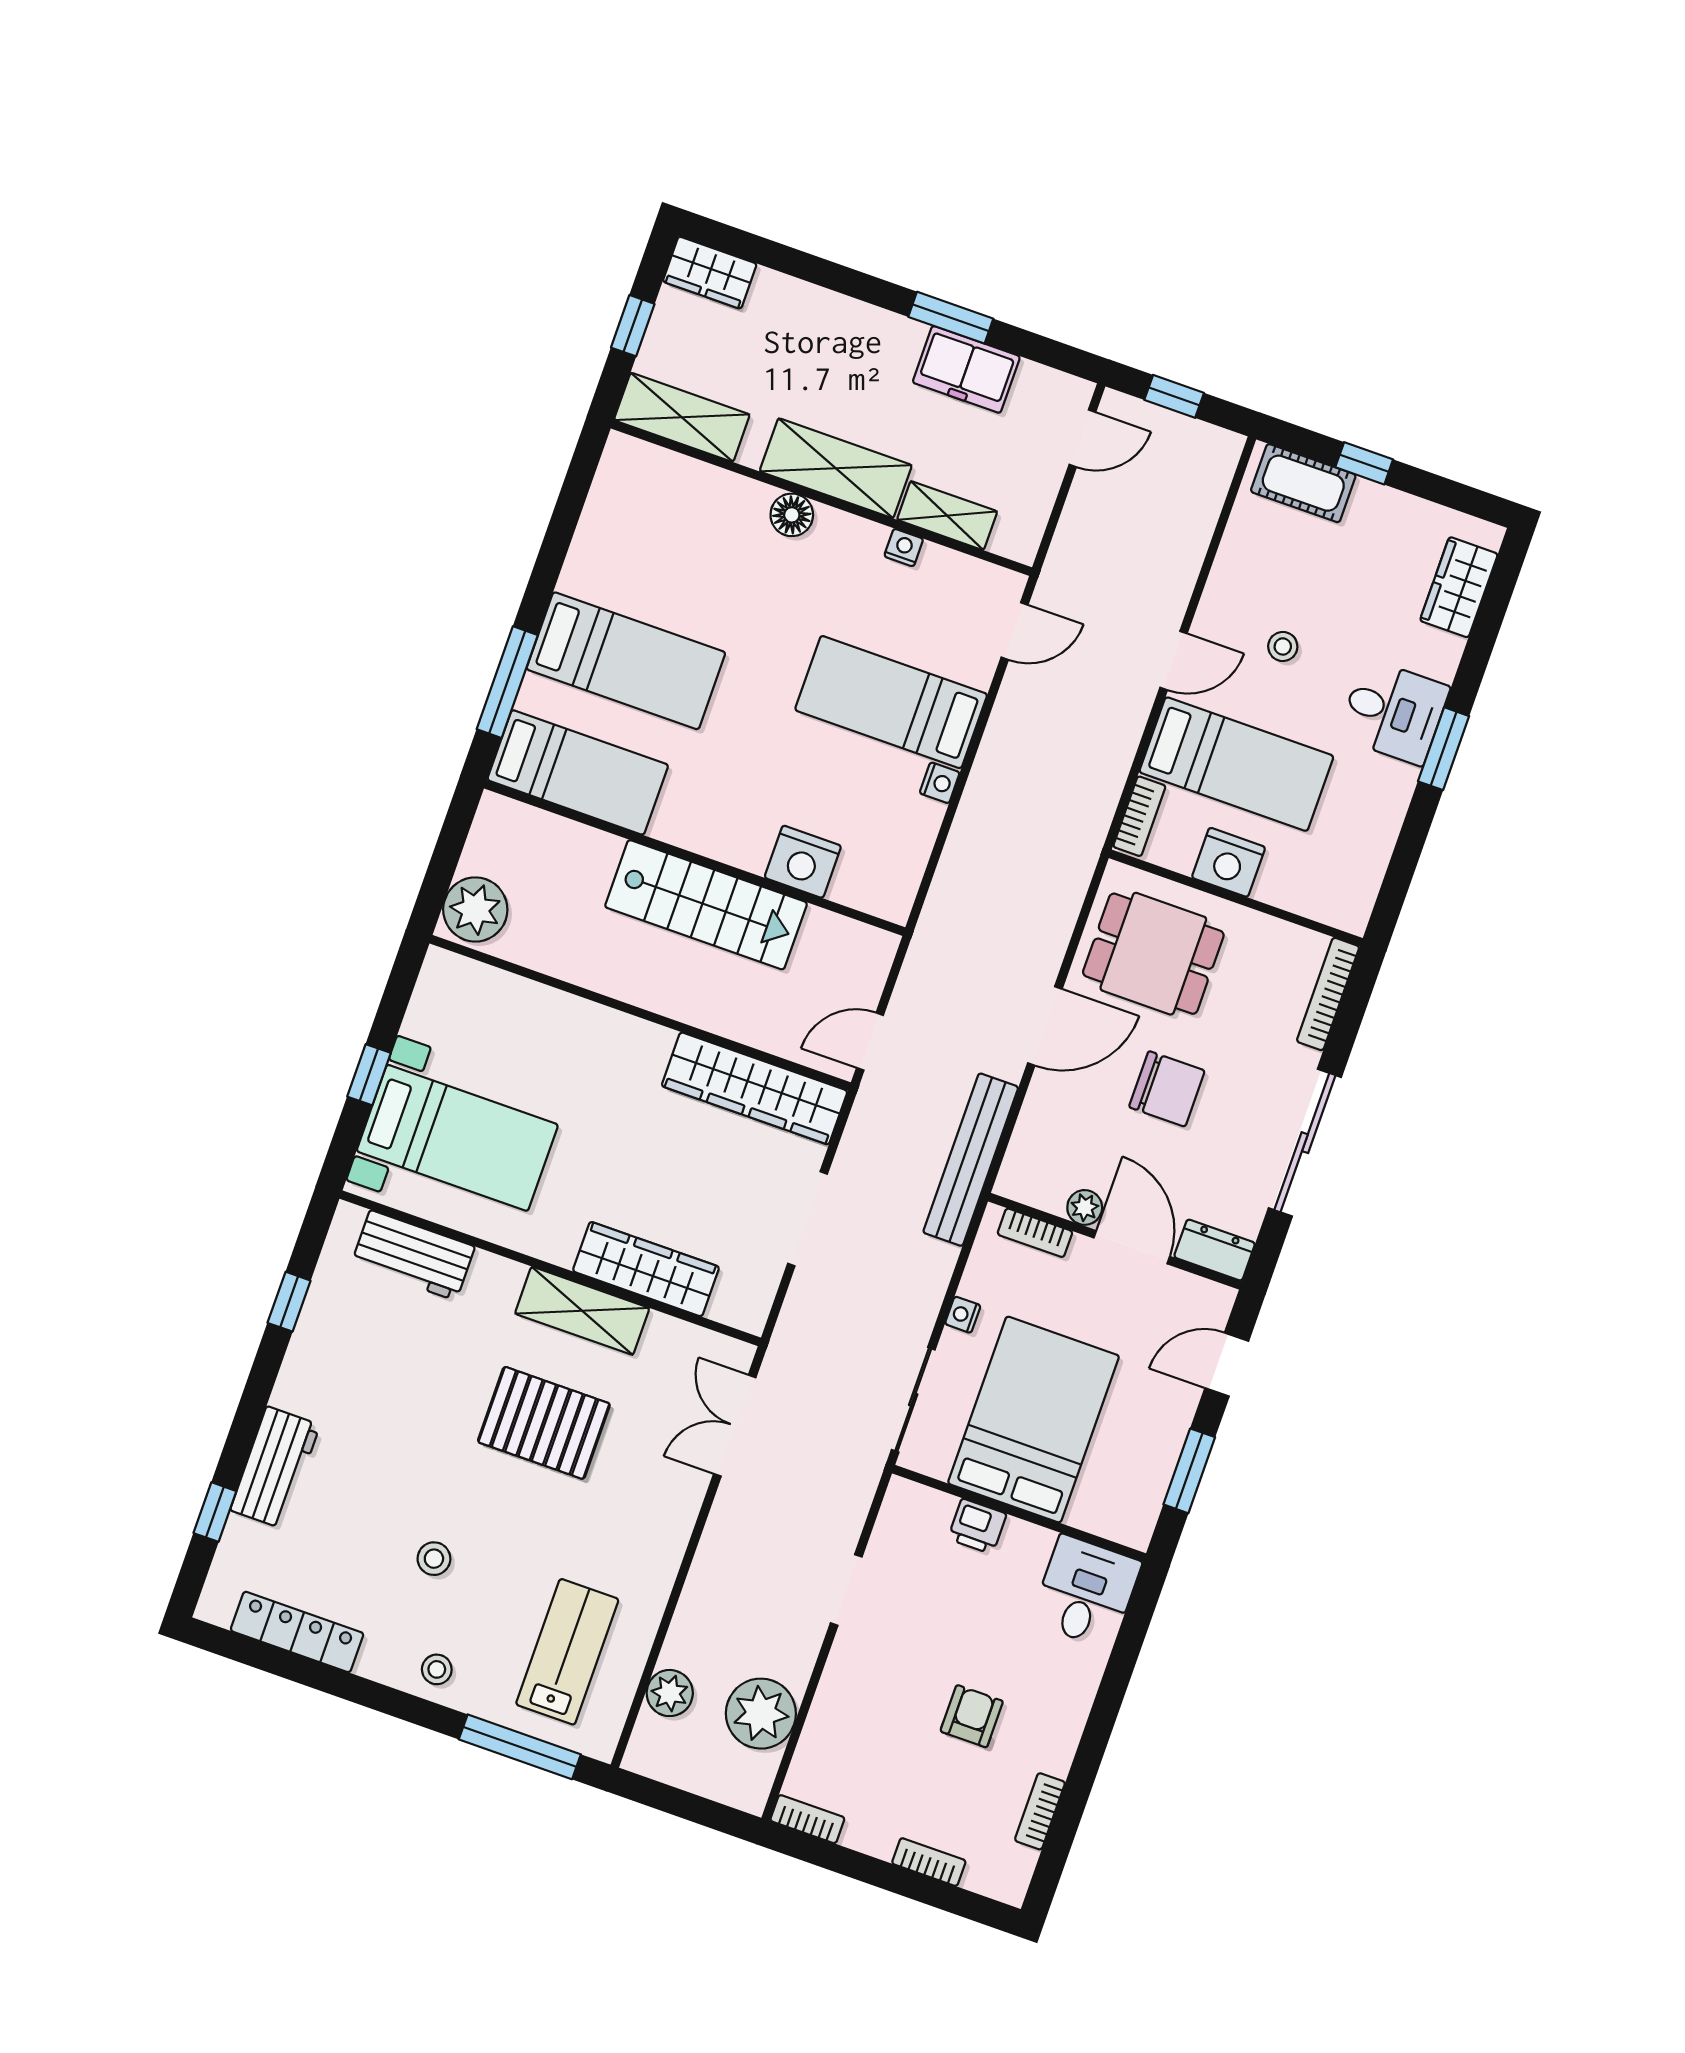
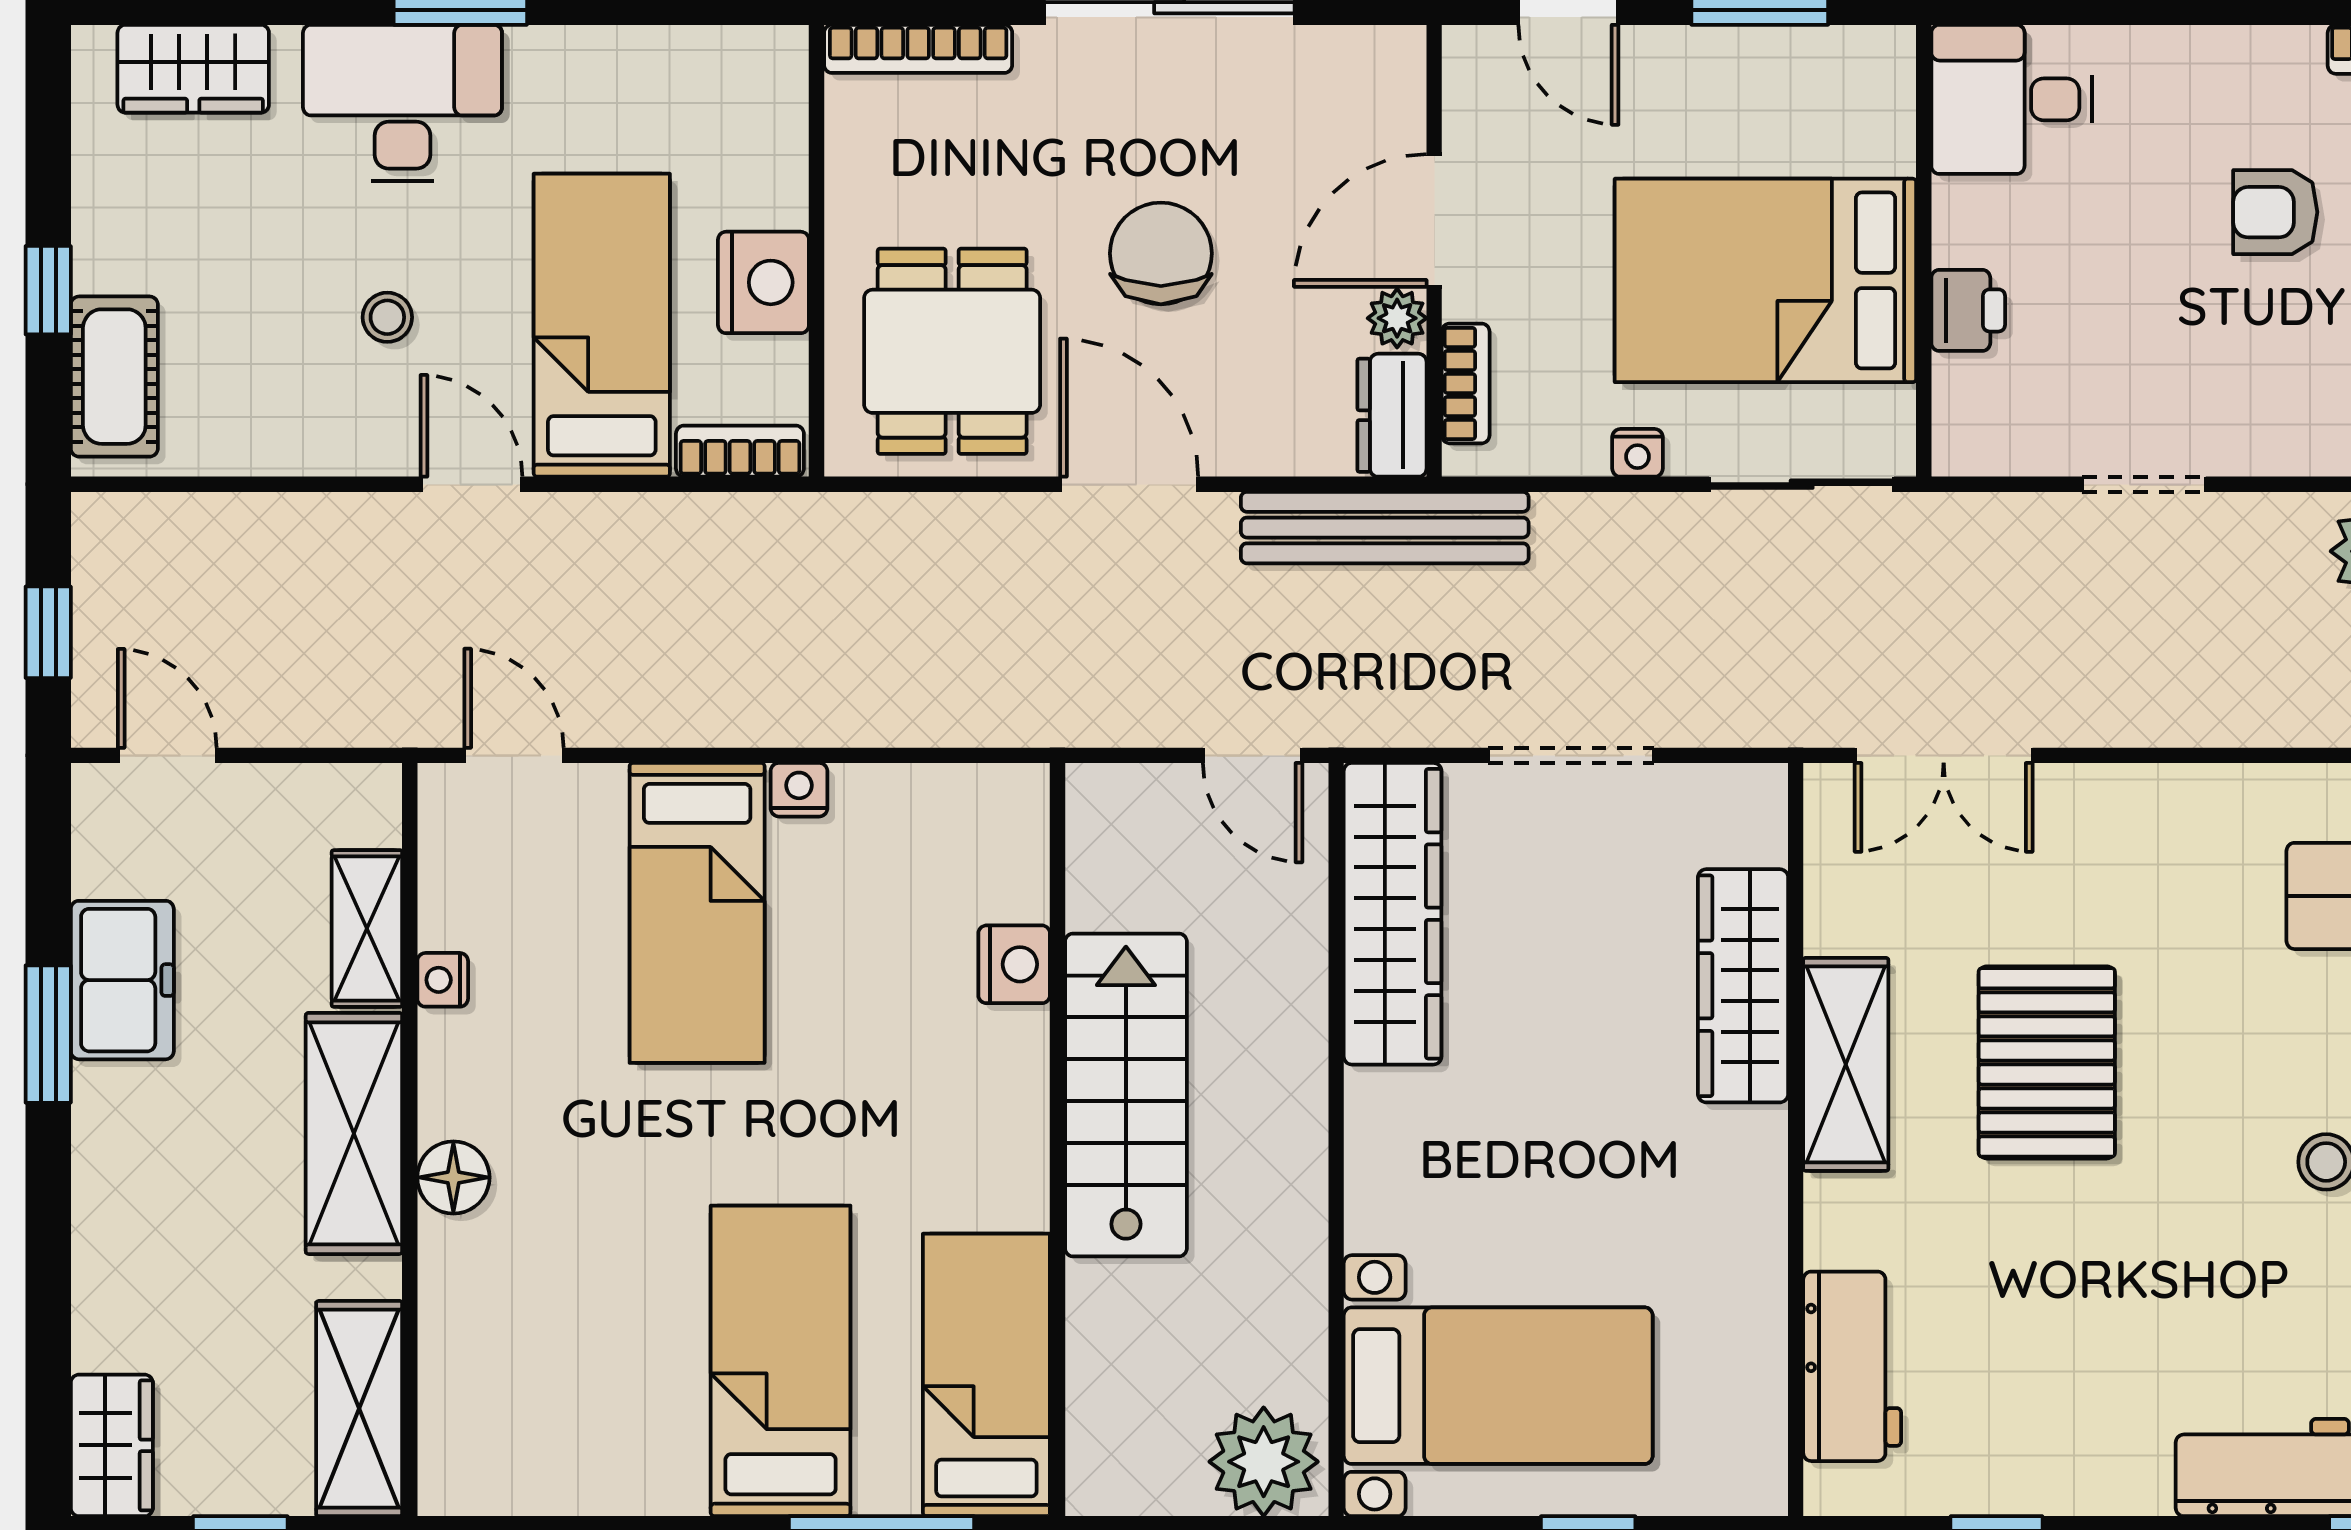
desk: (1394, 712) -> (402, 103), width x1.37
nightstand: (803, 862) -> (1014, 964), width x0.74, depth x0.75
bed with nightstands: (457, 1138) -> (1498, 1386), moved, turned 90
dresser: (1215, 1250) -> (1392, 415), moved

